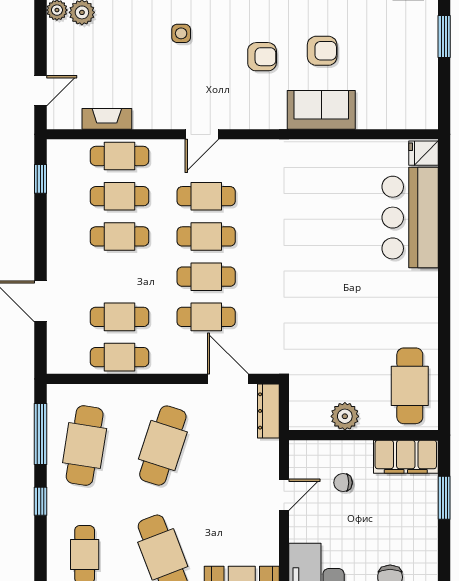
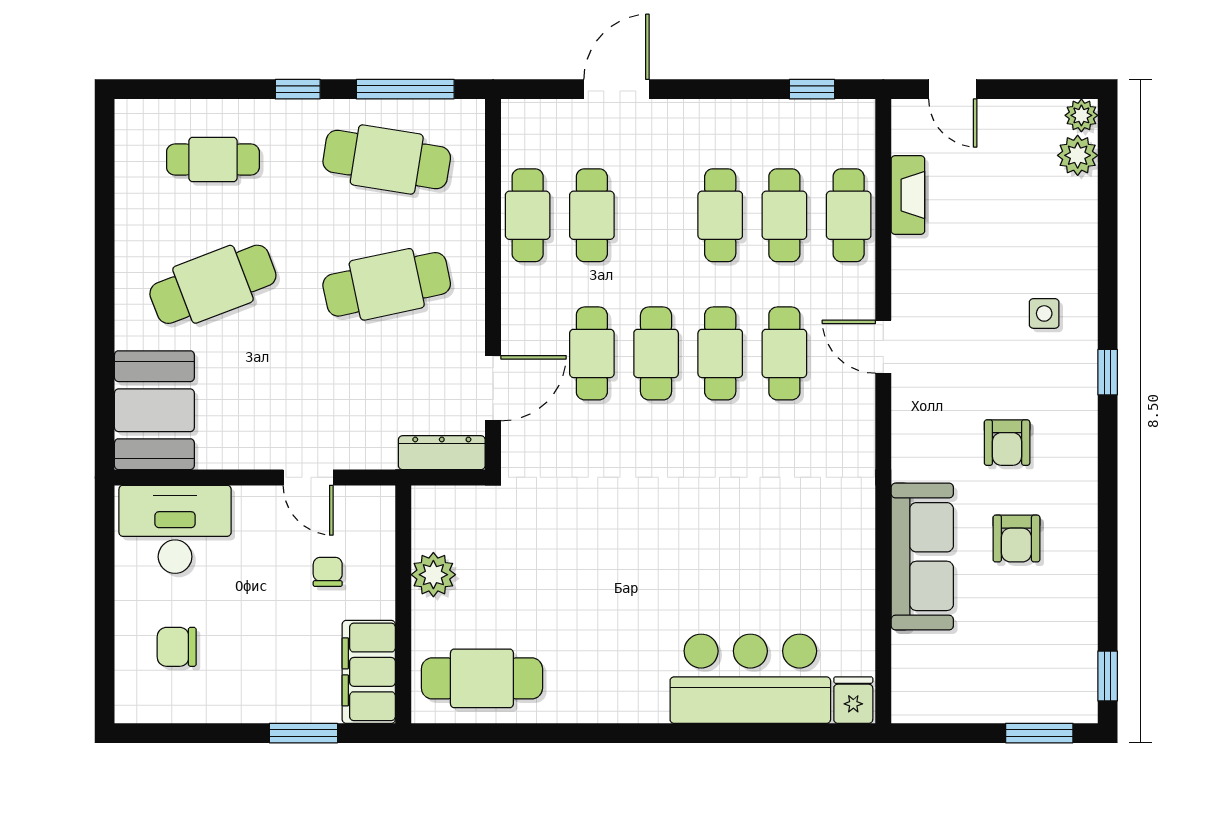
sofa: (321, 110) -> (922, 557), width x1.36
cafe table: (163, 446) -> (387, 284), turned -30

